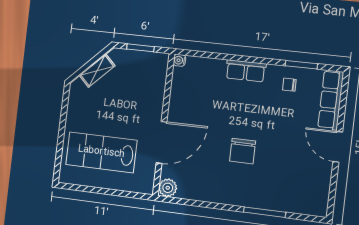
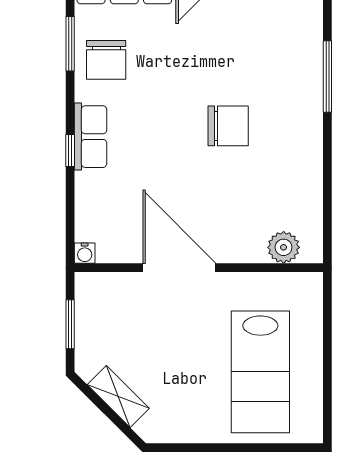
window: (239, 58) -> (70, 151), added
chair: (289, 85) -> (106, 60), width x1.87, depth x1.87
door: (161, 142) -> (179, 268), moved
plant: (168, 188) -> (284, 247), moved

